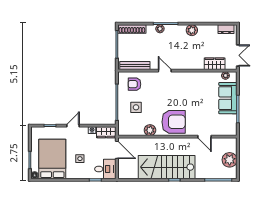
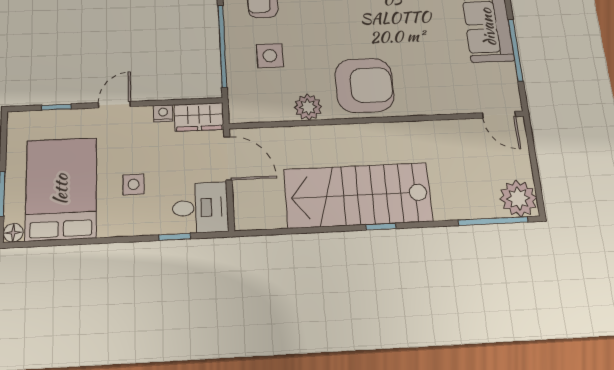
door: (205, 137) -> (499, 115), moved
plant: (230, 160) -> (518, 198), moved

